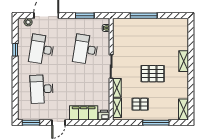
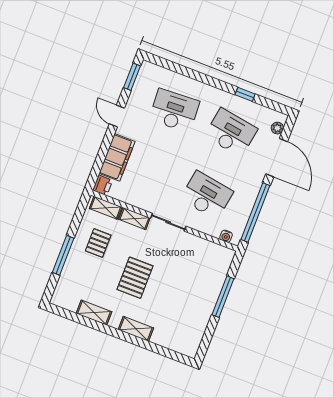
window: (85, 16) -> (255, 213), width x2.11
shelving: (184, 110) -> (94, 313), moved

